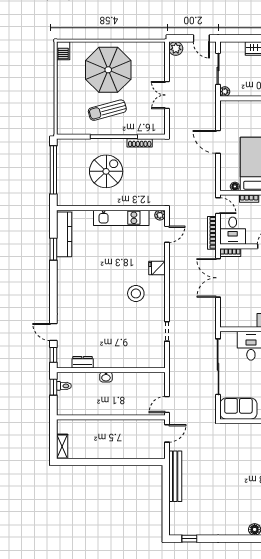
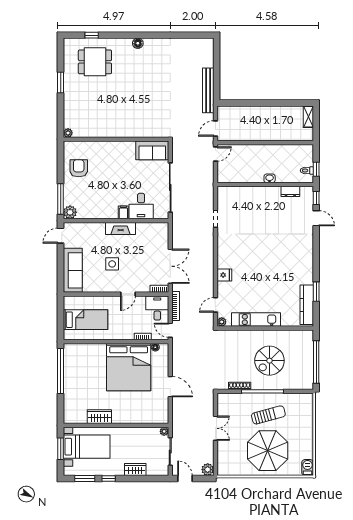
stool: (136, 293) -> (243, 252), removed
window: (189, 539) -> (196, 35), removed

